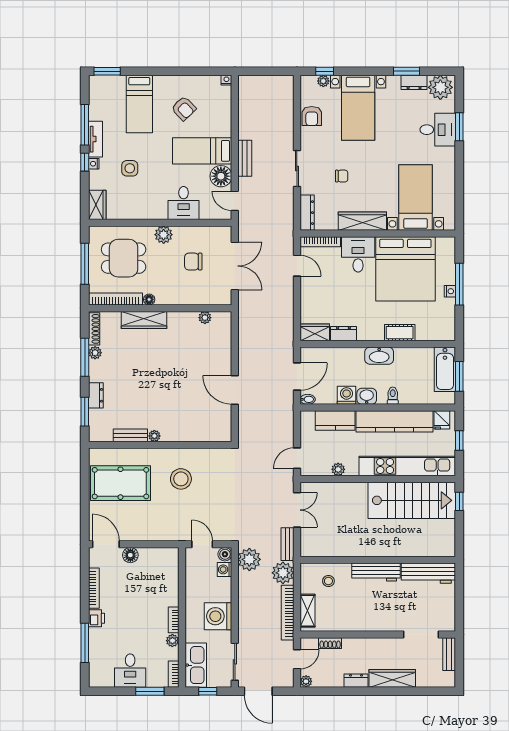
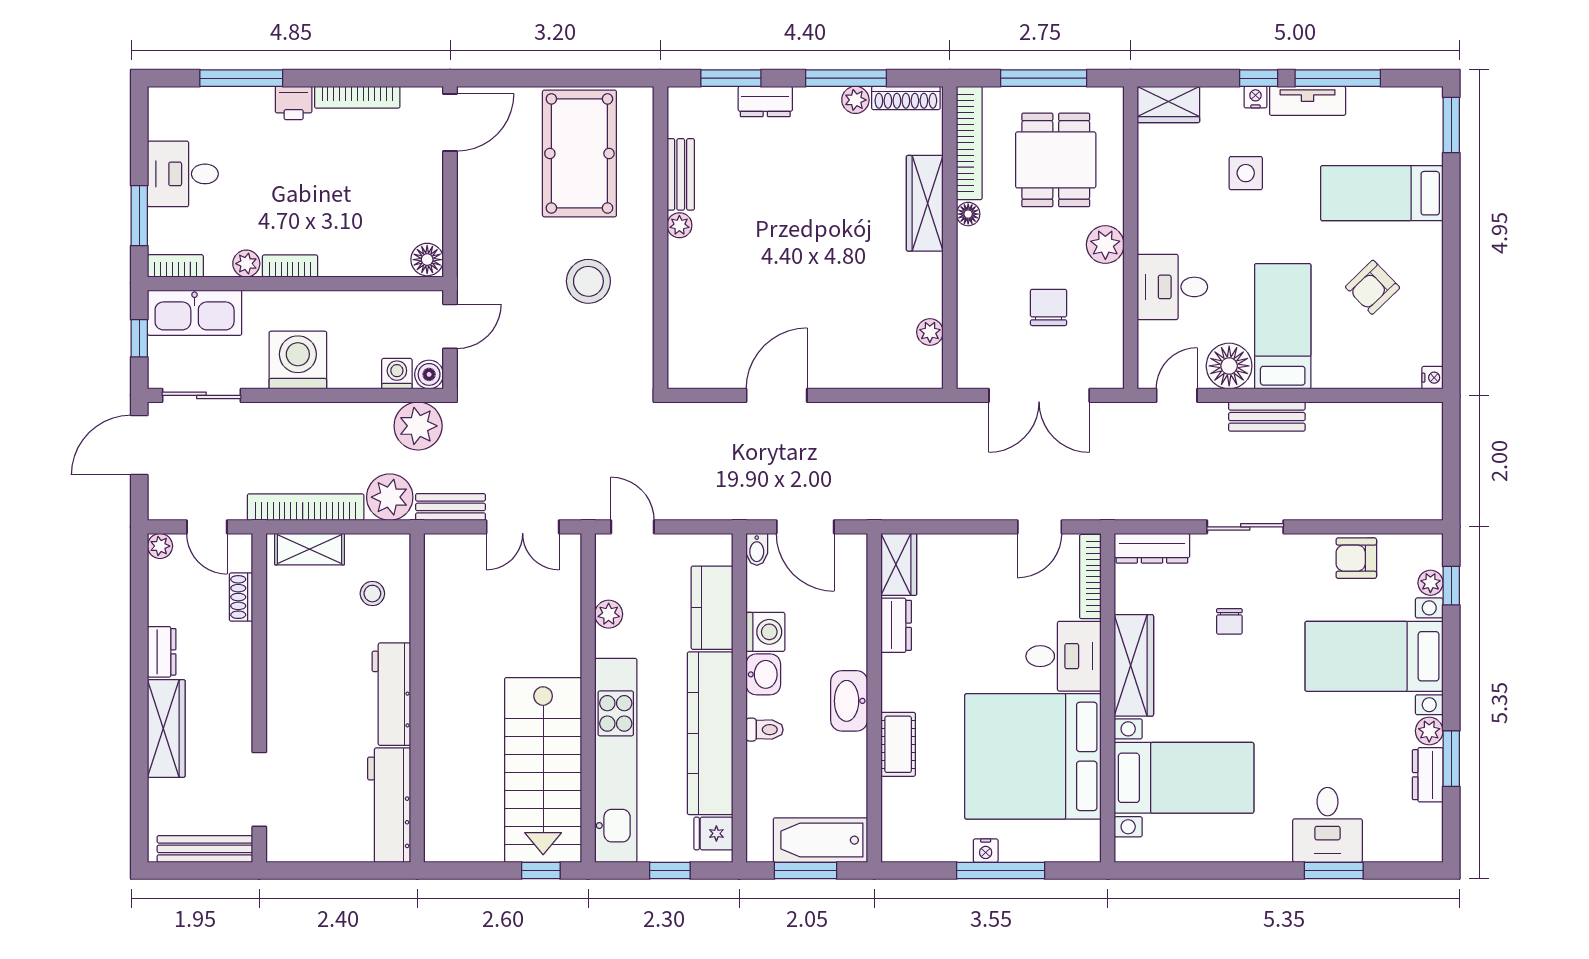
plant: (440, 87) -> (1429, 731), moved, width x0.53, depth x0.53
floor lamp: (130, 555) -> (427, 260), moved
bench: (449, 654) -> (205, 849), width x1.36

